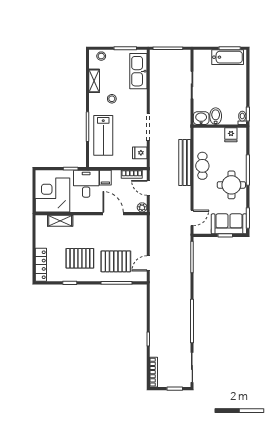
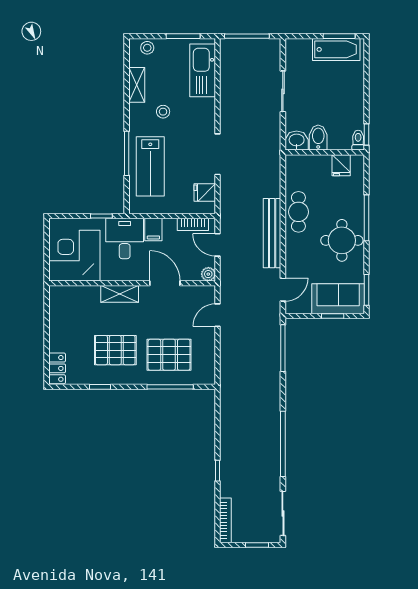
bench: (185, 162) -> (272, 233), moved
shelving: (60, 221) -> (120, 294), moved
door: (148, 263) -> (217, 315), moved
locker: (41, 265) -> (57, 368), width x0.66

